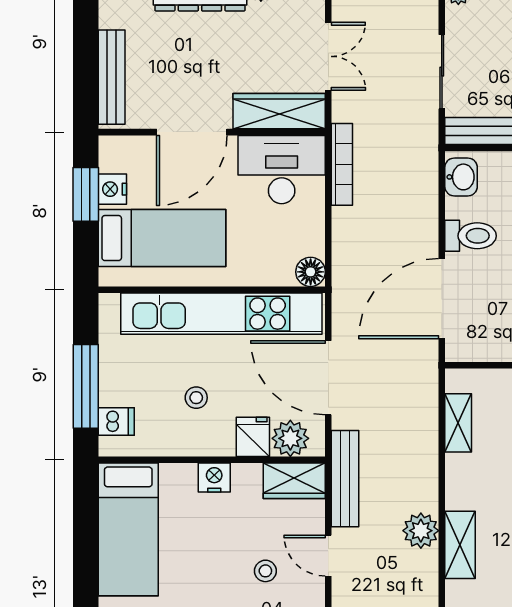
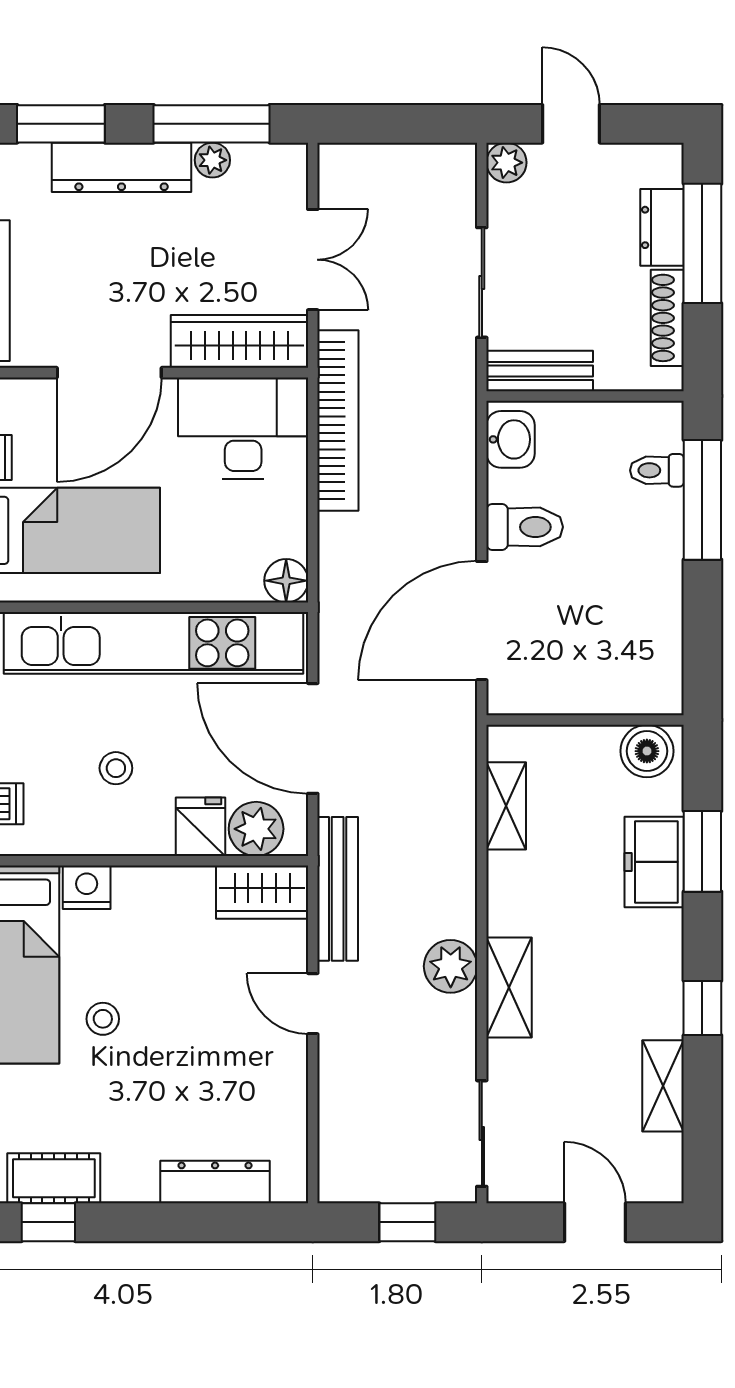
bookcase: (342, 164) -> (338, 421), width x1.48, depth x1.31
nightstand: (214, 478) -> (87, 887), moved
stool: (265, 571) -> (103, 1019), moved

